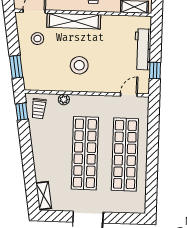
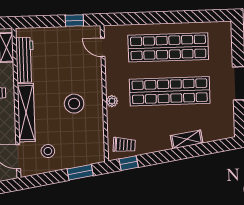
workbench: (143, 49) -> (25, 60), moved, turned -90
plant: (64, 99) -> (112, 101), moved
shelving: (44, 196) -> (187, 139), moved

